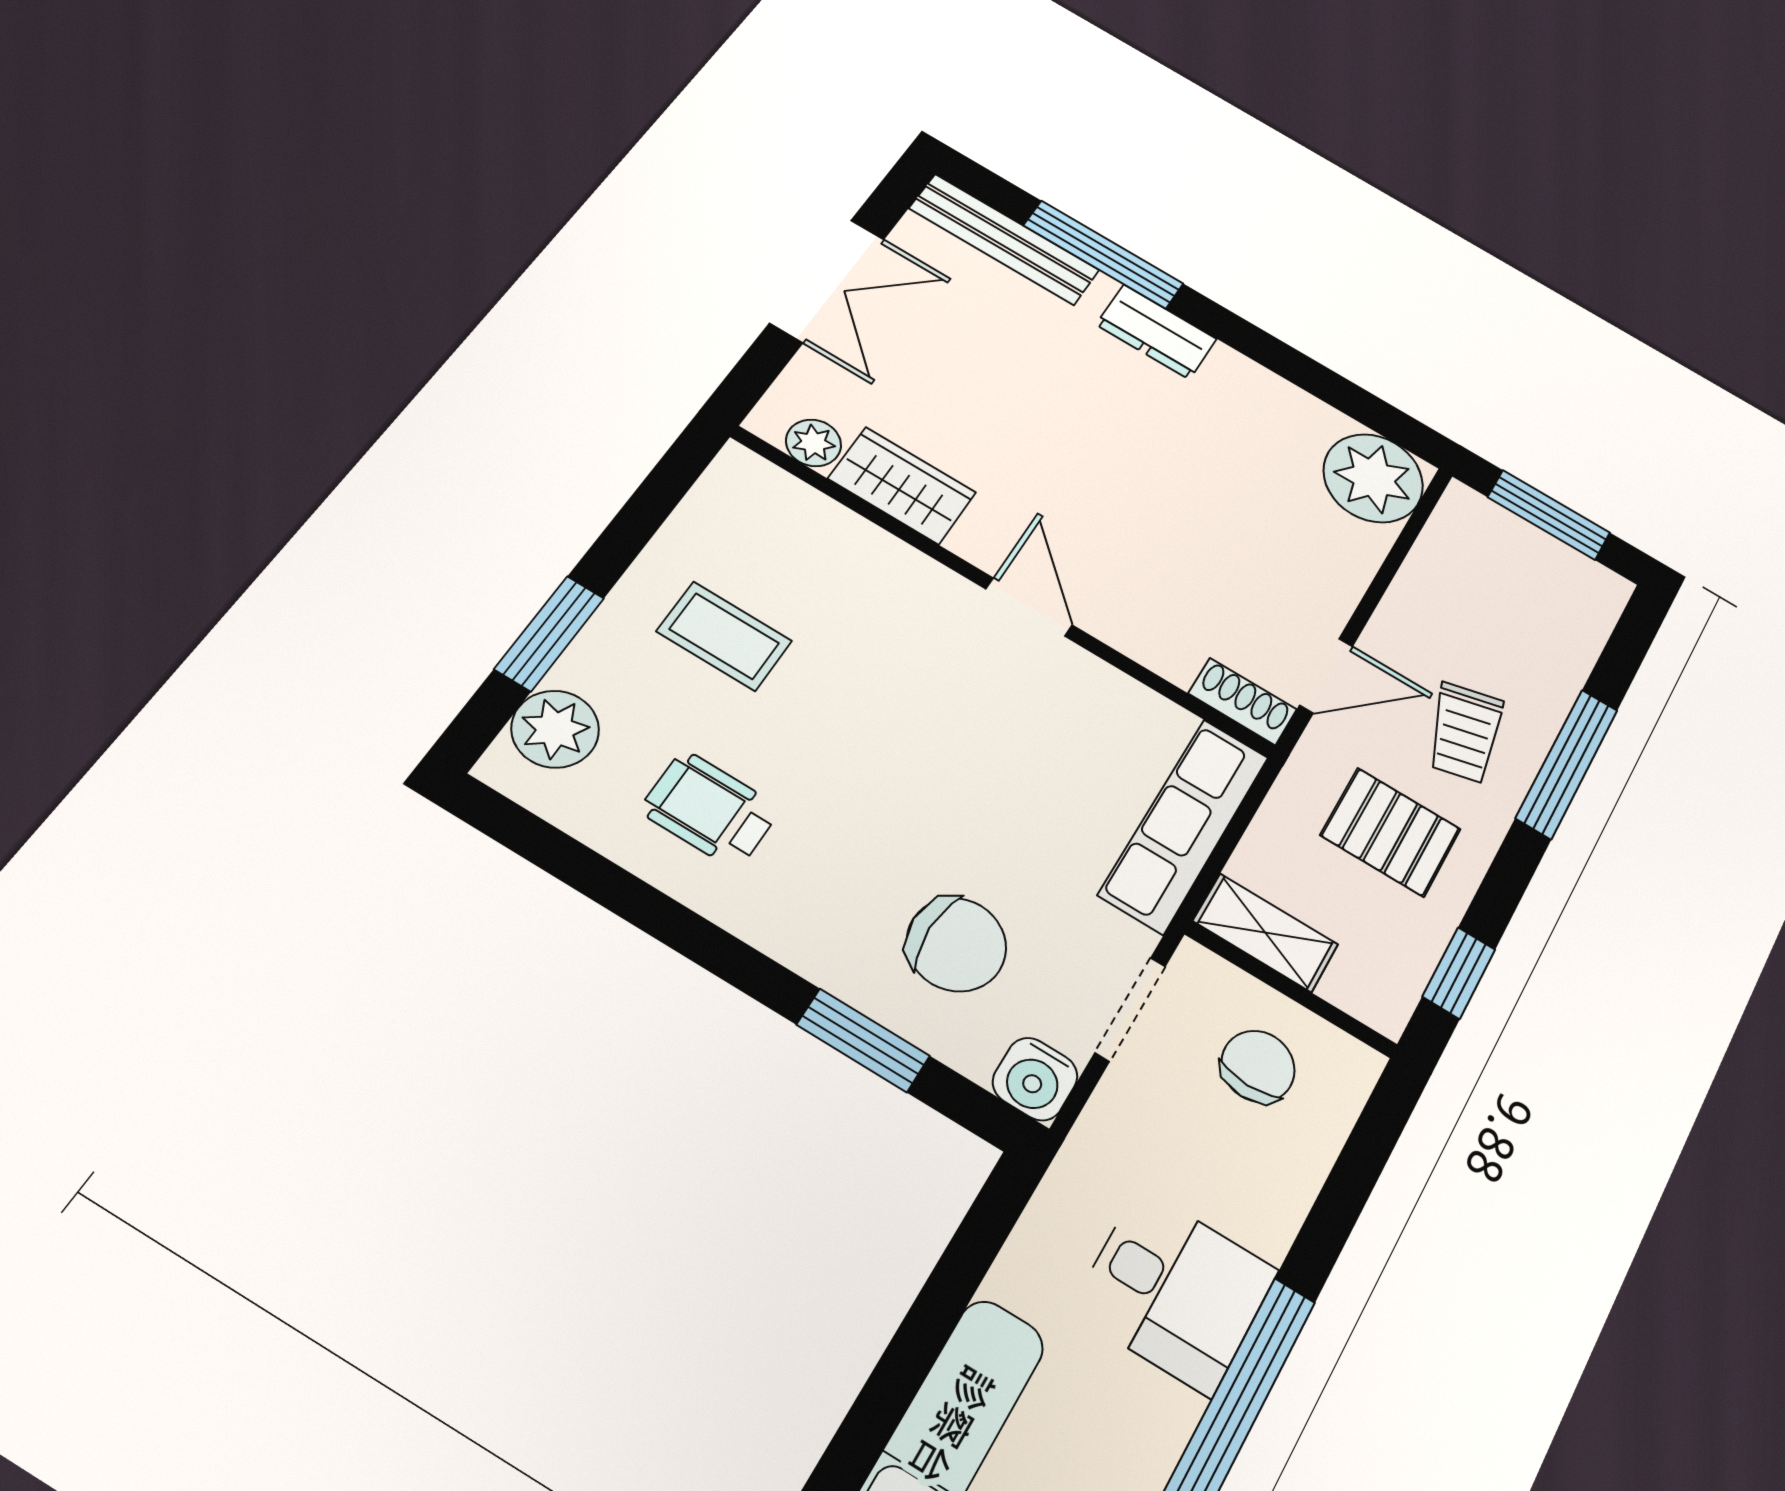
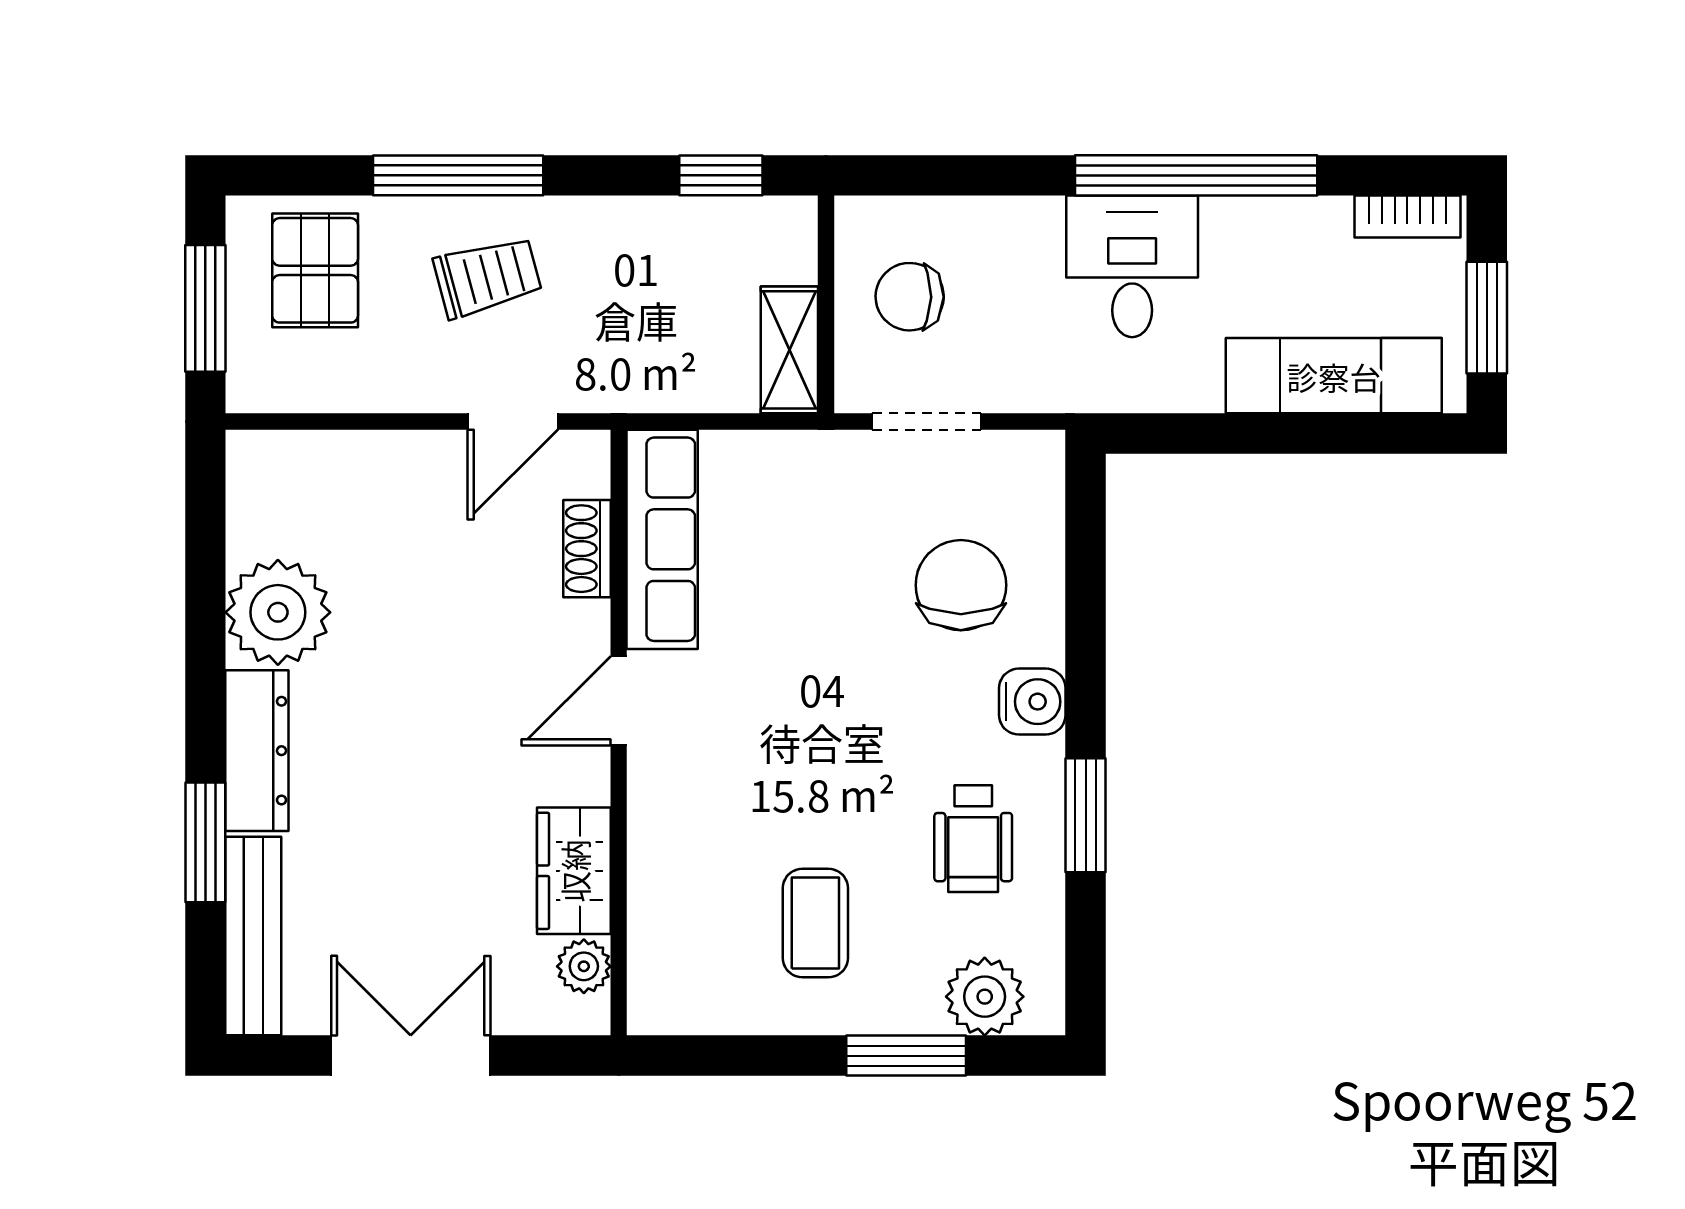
window: (1103, 255) -> (205, 842), width x0.69
dresser: (1156, 332) -> (257, 751), width x1.44
plant: (1373, 478) -> (278, 612), moved
door: (1326, 676) -> (513, 422), swing flipped
shoe rack: (1243, 701) -> (587, 549), moved
row of seats: (1184, 825) -> (662, 539), moved, turned -90
pallet: (1390, 832) -> (315, 270), moved
window: (863, 1040) -> (1086, 815), moved
water cooler: (1035, 1079) -> (1032, 702), moved

